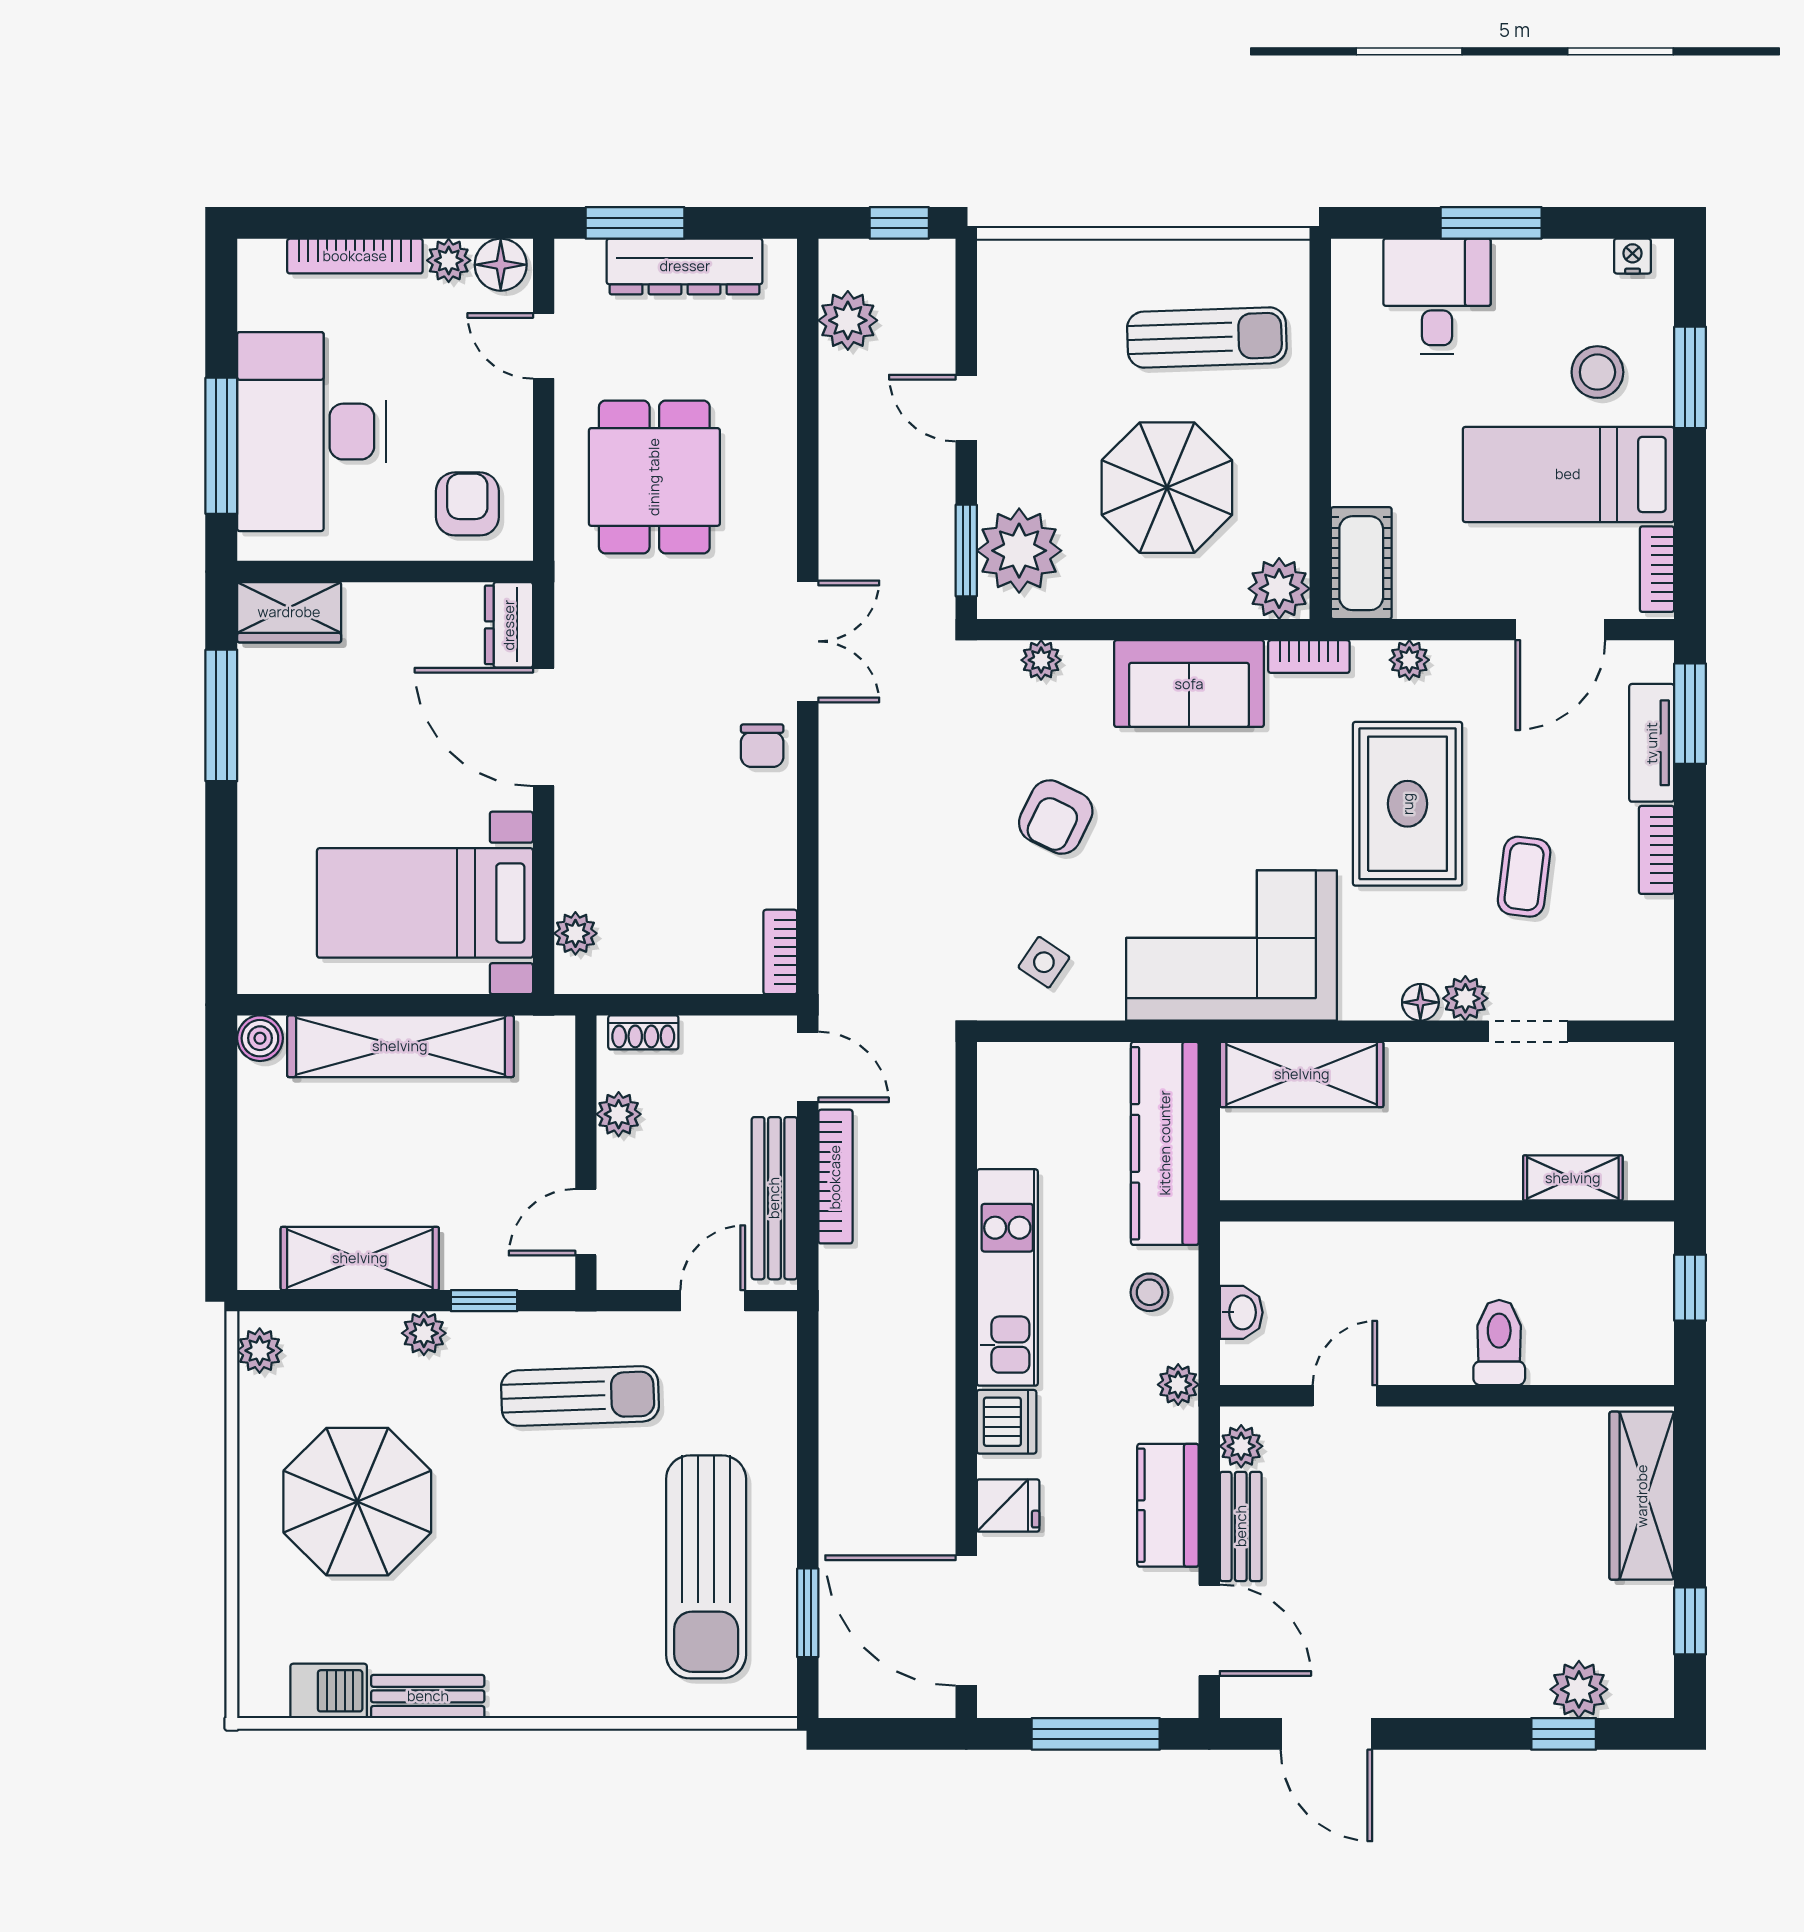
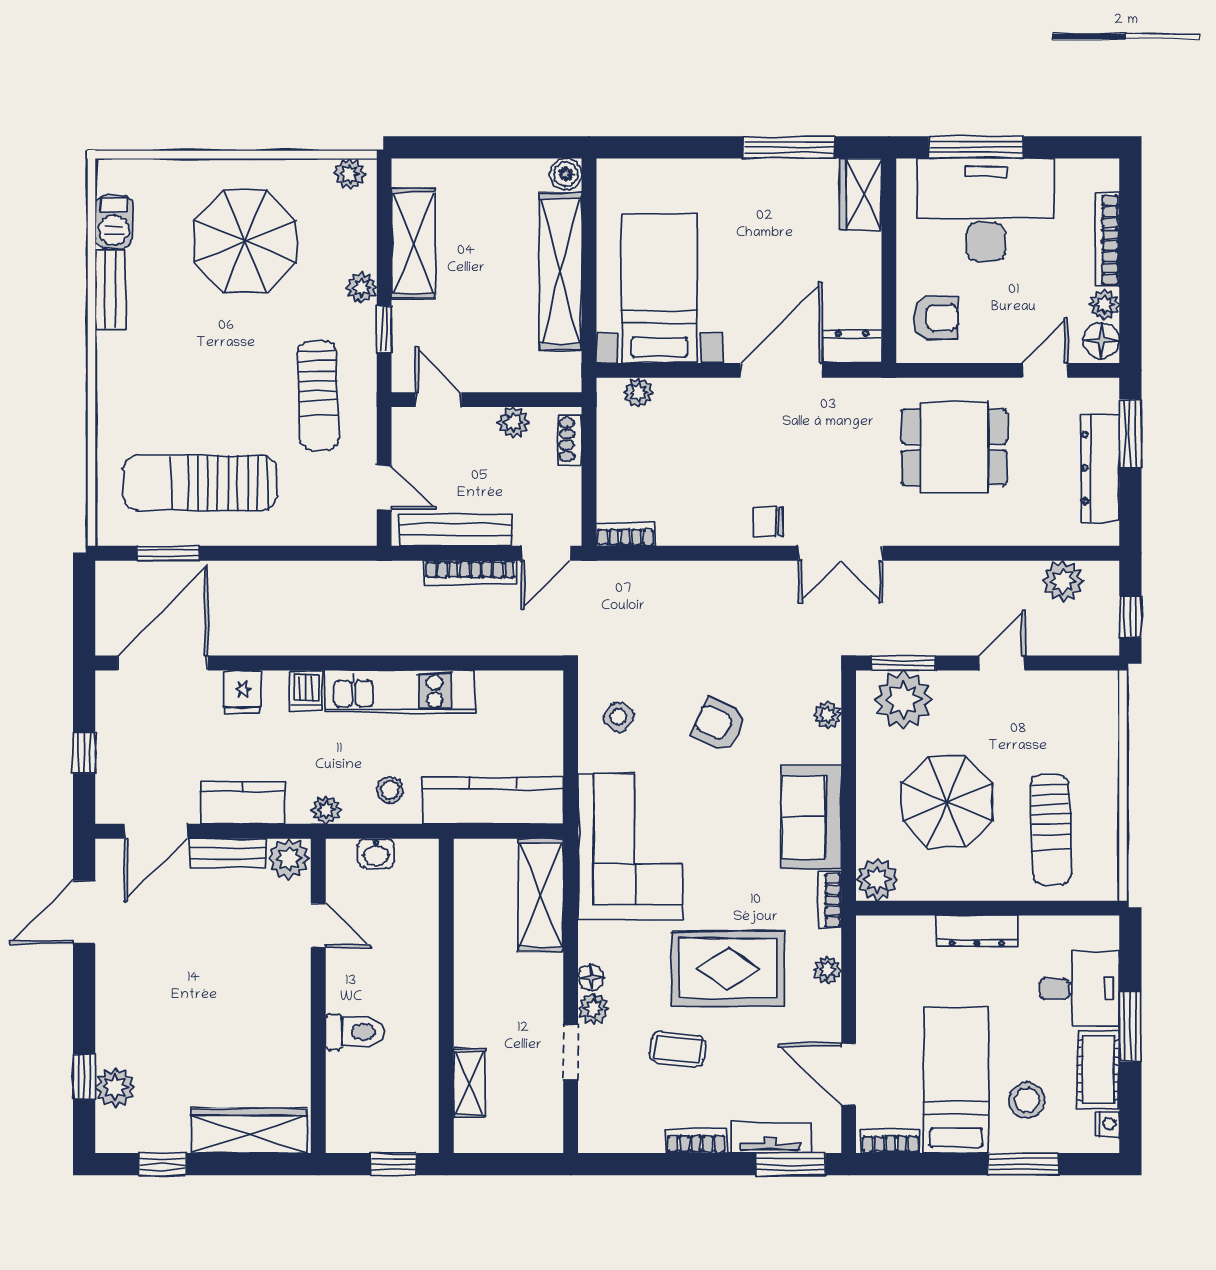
dresser: (1354, 445) -> (977, 931), added
cot: (1361, 563) -> (1098, 1070), moved, turned 90
dishwasher: (1007, 1422) -> (306, 691), width x0.73
plant: (1241, 1446) -> (289, 859), width x1.38, depth x1.38
window: (1096, 1734) -> (84, 753), width x0.46

